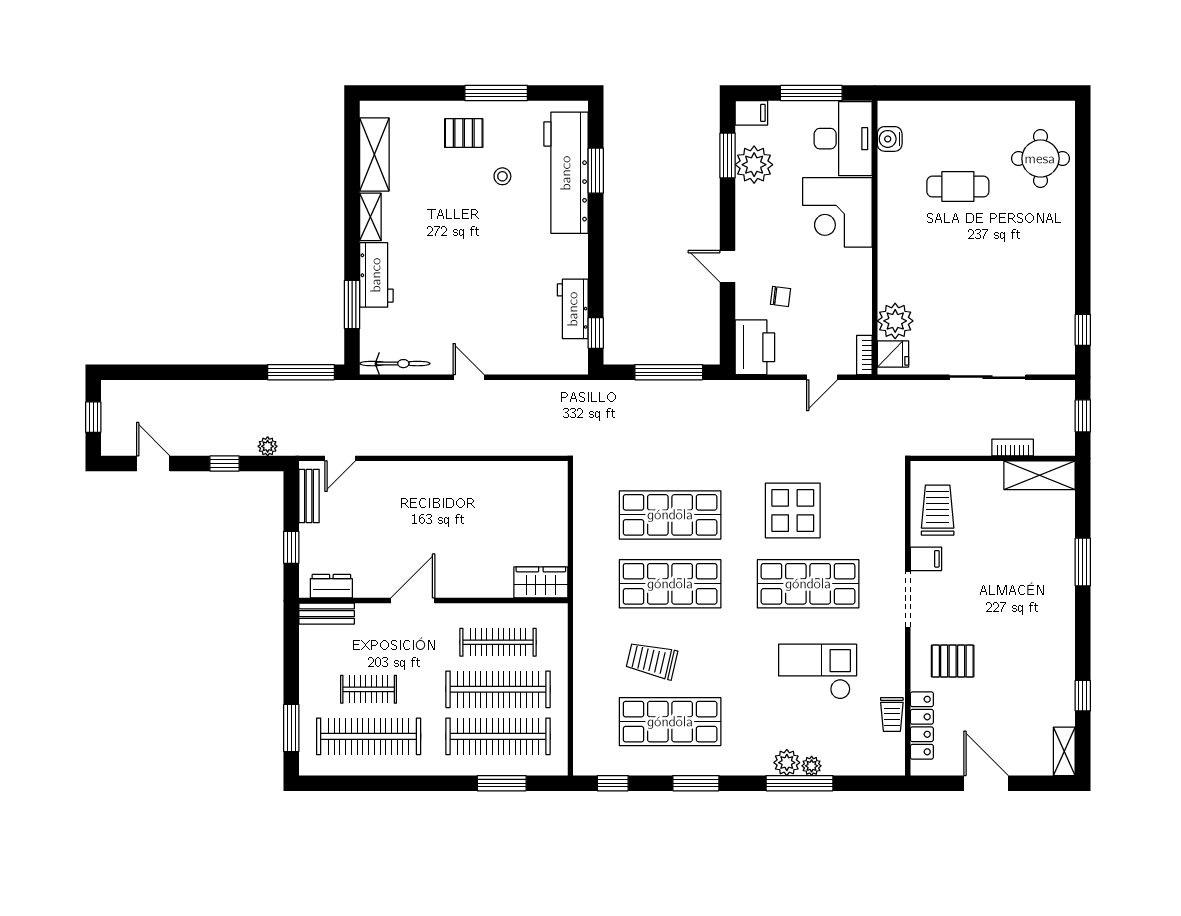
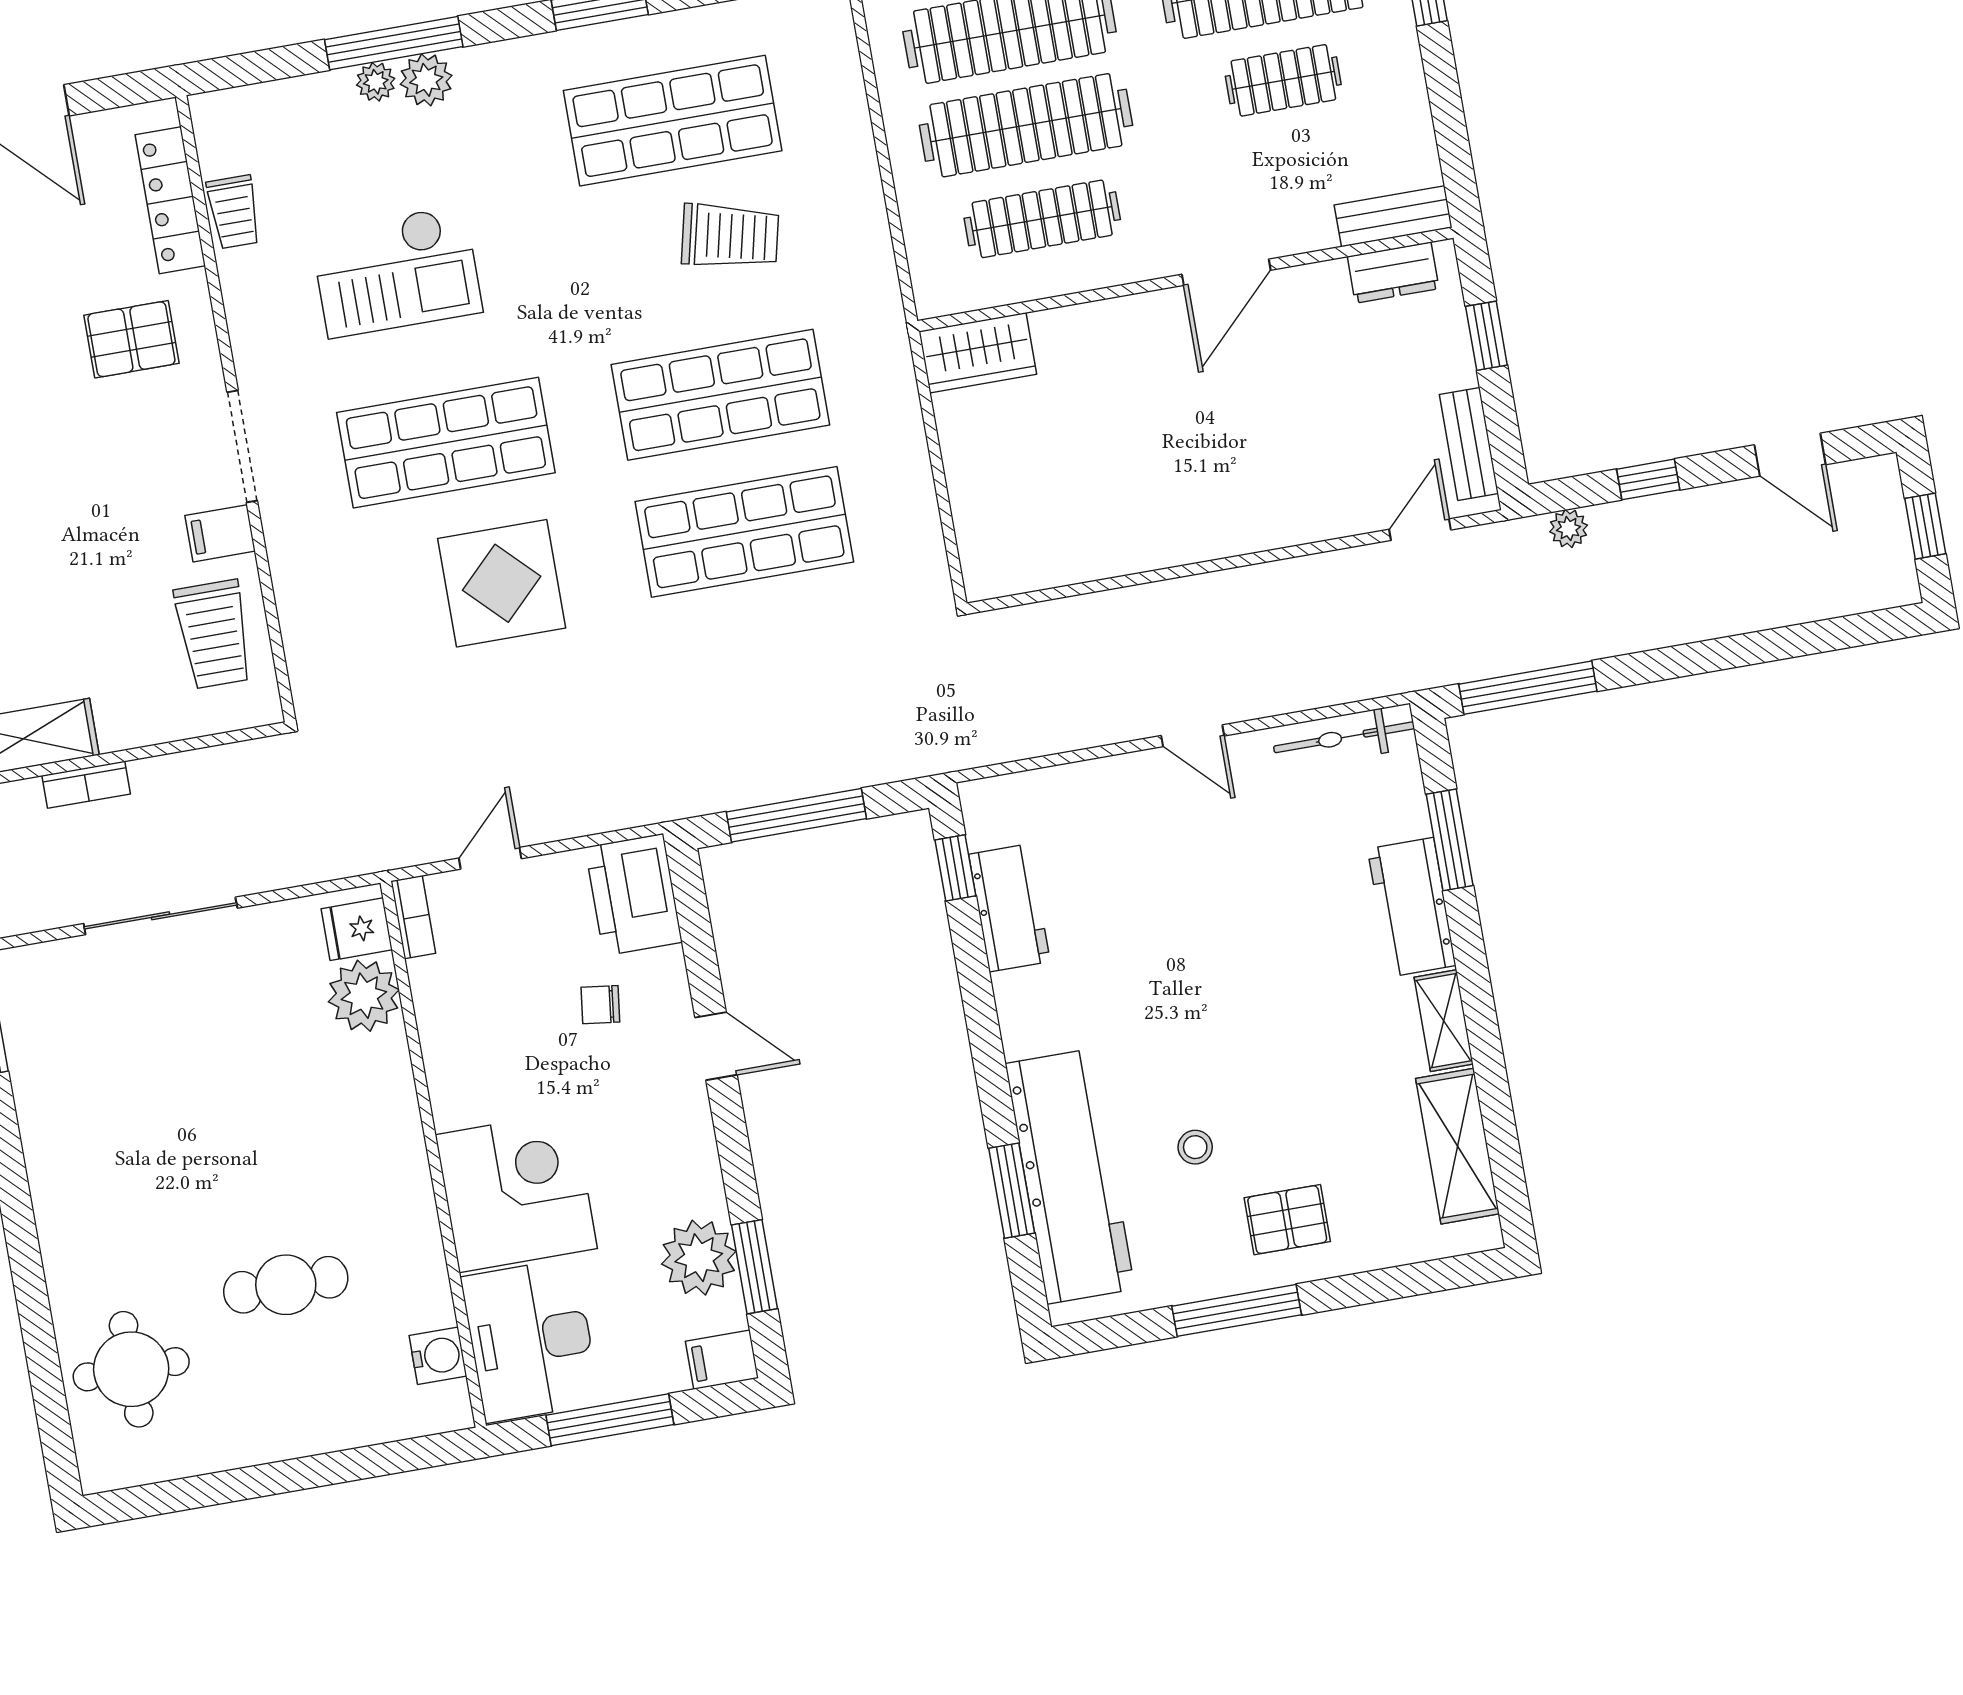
trolley: (892, 714) -> (234, 212), turned 180

